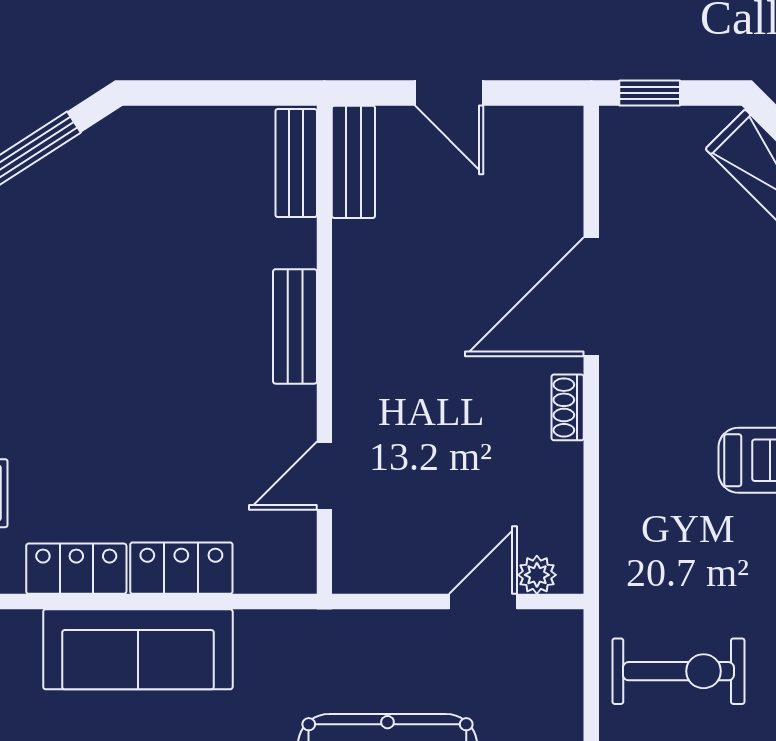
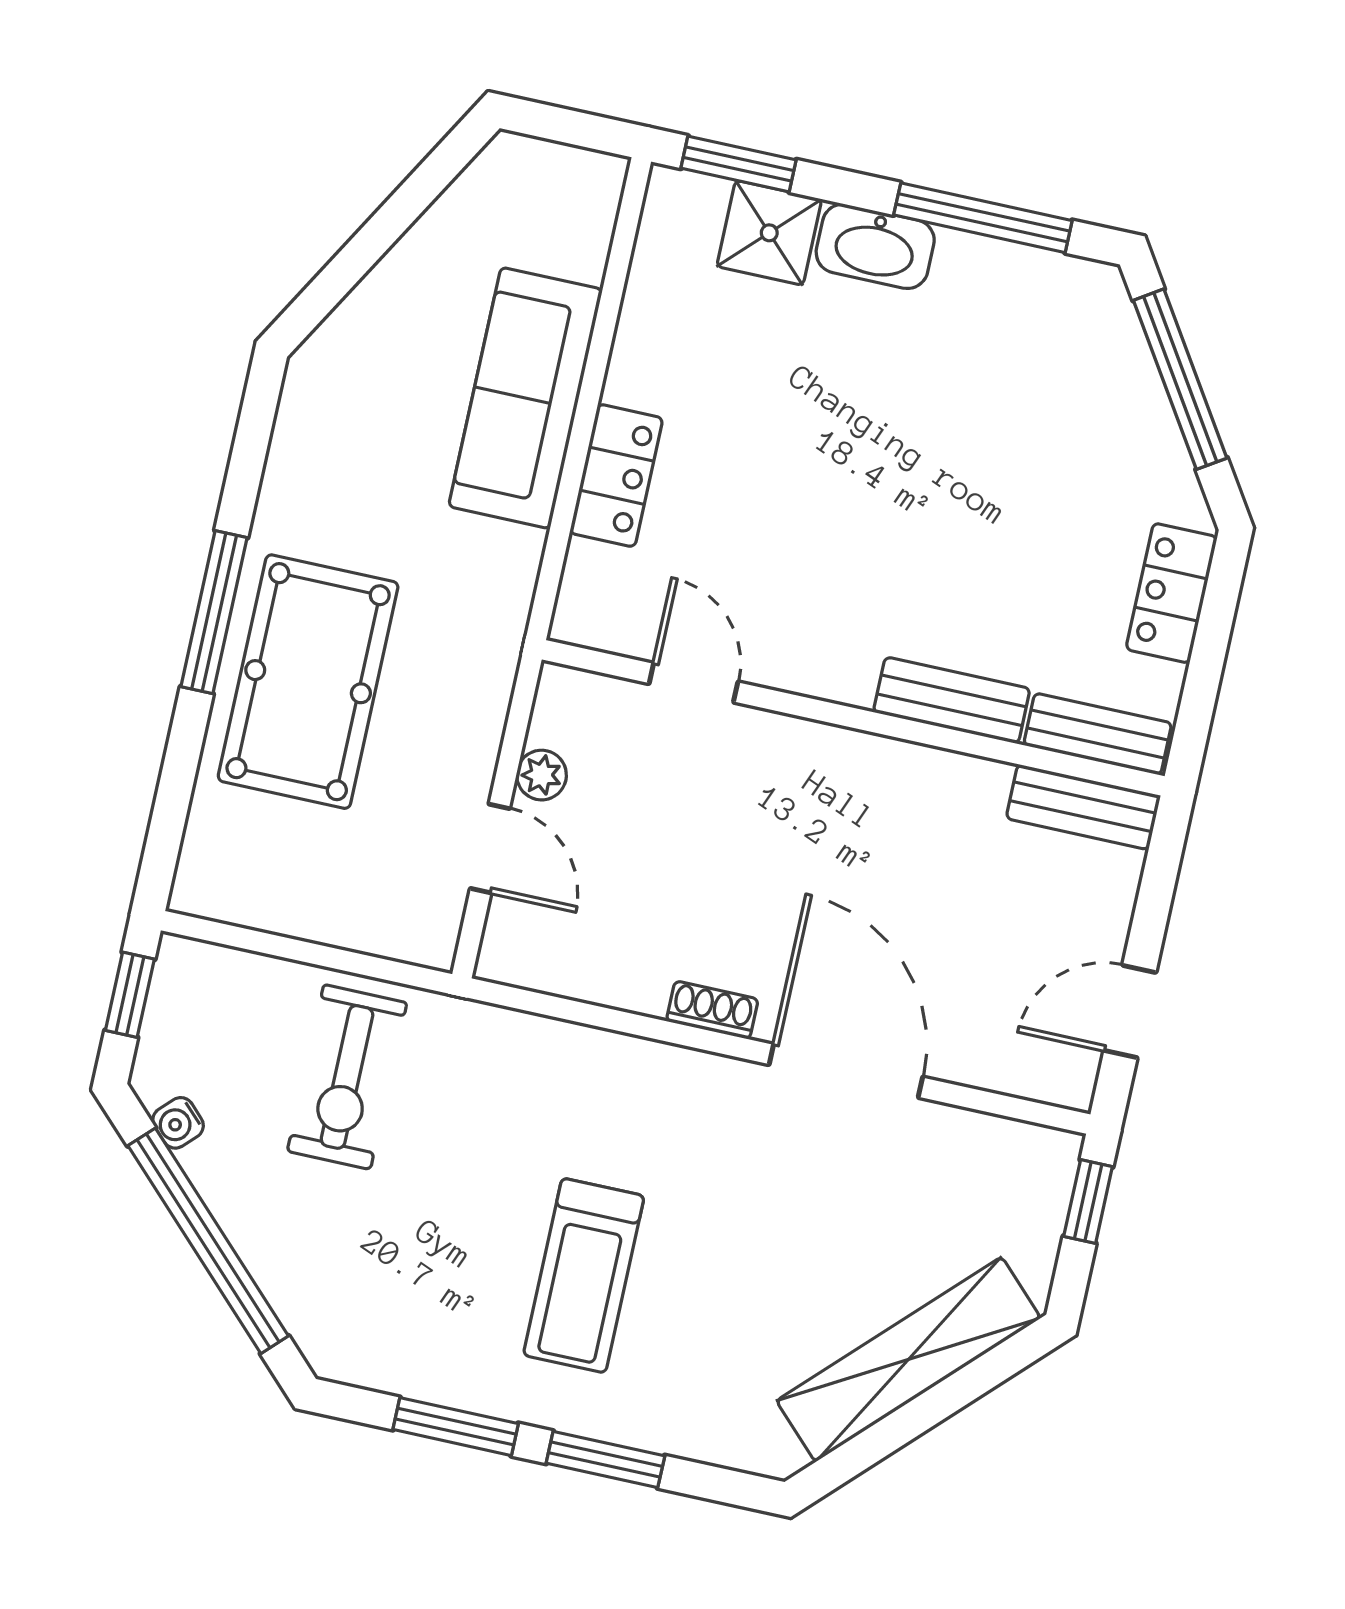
door: (449, 93) -> (1130, 1011), moved
bench: (295, 326) -> (952, 700), moved
locker: (76, 569) -> (1172, 593), moved, turned 180
plant: (537, 575) -> (542, 775), moved

